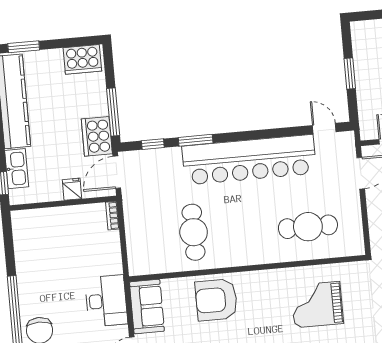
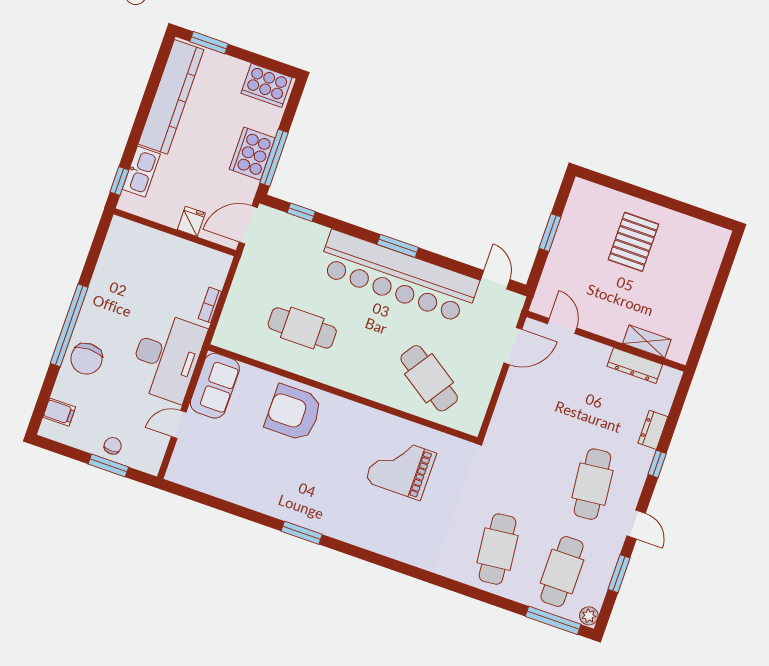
cooker: (97, 136) -> (252, 154), moved
window: (196, 140) -> (398, 246), moved
bookcase: (112, 216) -> (210, 305), moved
cafe table: (308, 227) -> (429, 378), turned 34
cafe table: (194, 232) -> (302, 328), turned 90
desk: (106, 301) -> (167, 357), width x1.36, depth x1.30

